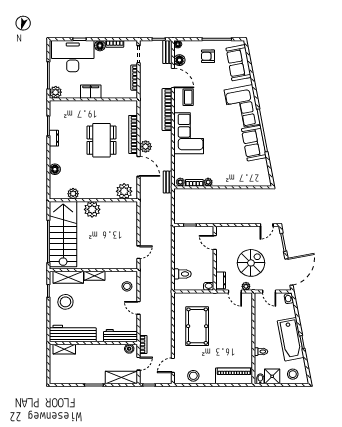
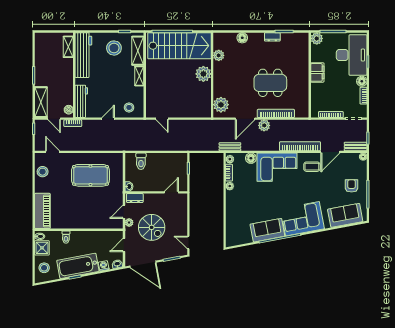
floor lamp: (179, 60) -> (251, 158), moved
washing machine: (291, 313) -> (104, 266), added

